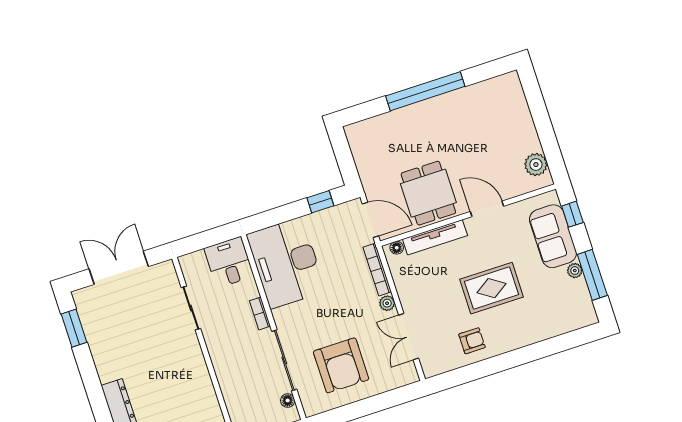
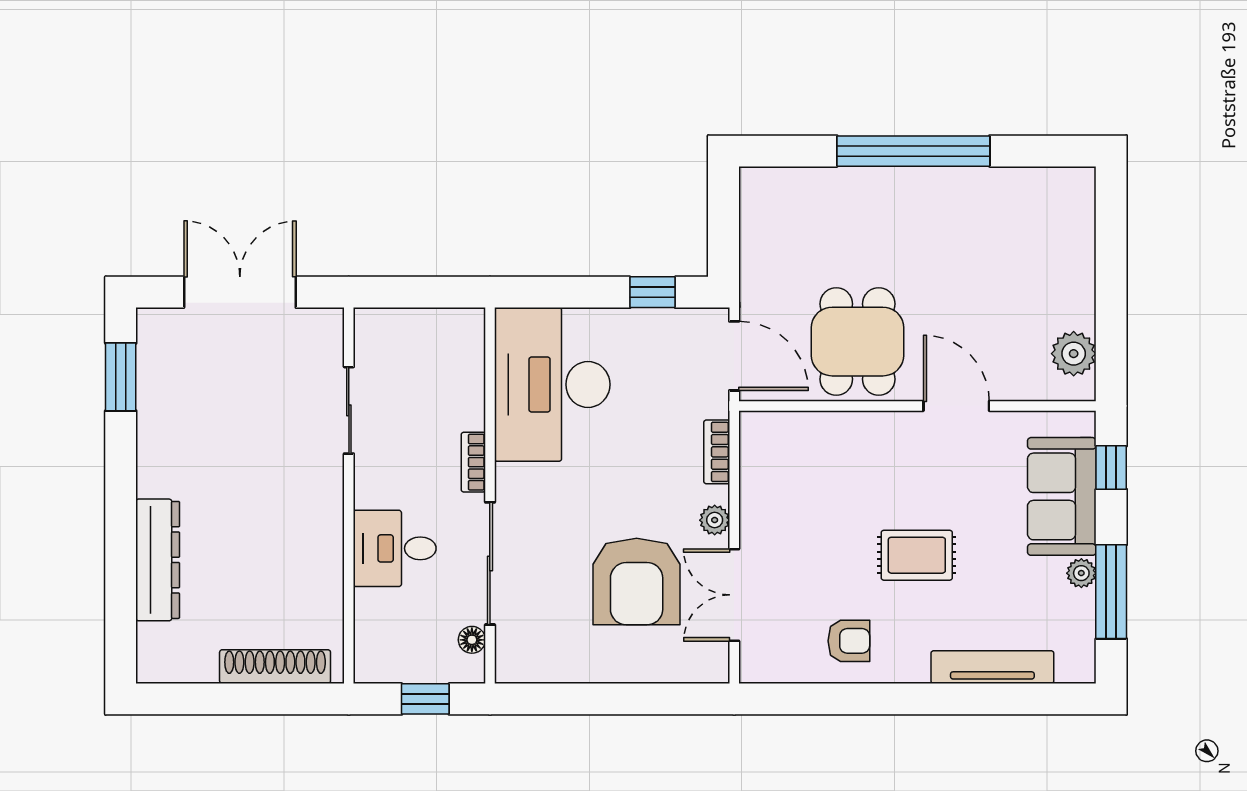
tv unit: (435, 237) -> (992, 667), moved, turned 180
floor lamp: (397, 248) -> (766, 423), removed
desk: (229, 262) -> (395, 548), moved, turned -90
bookcase: (377, 270) -> (717, 452), width x0.64
rug: (491, 288) -> (917, 555), width x0.73, depth x0.70
armchair: (341, 365) -> (637, 582), moved

